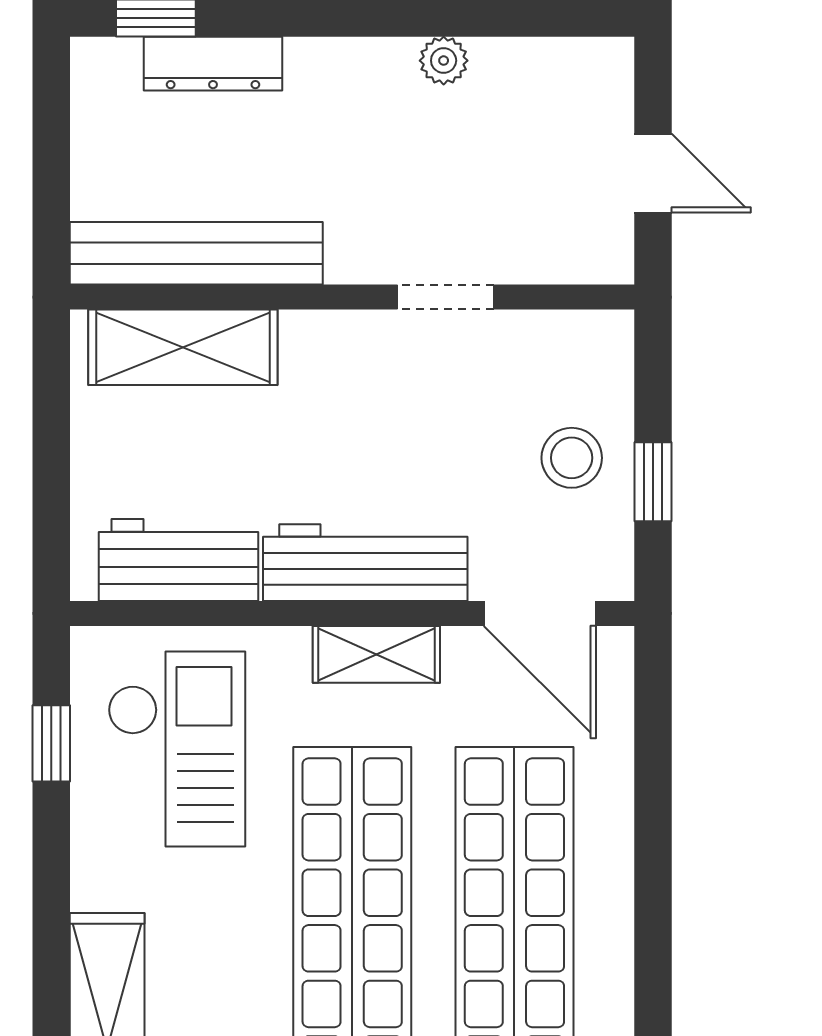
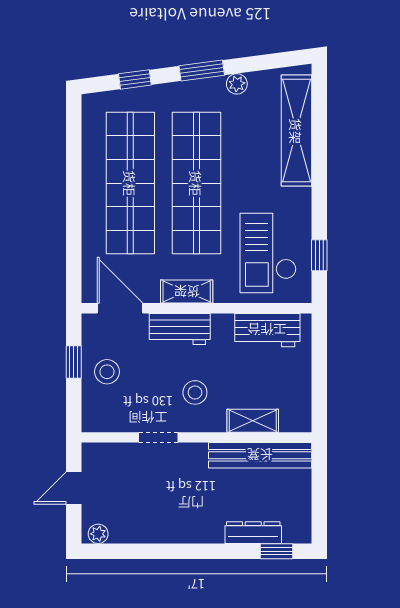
plant: (444, 61) -> (98, 534), moved
door: (653, 173) -> (74, 488), hinge flipped
shelving: (183, 347) -> (253, 421), width x0.67, depth x0.75
stool: (356, 407) -> (195, 392), added
workbench: (365, 563) -> (180, 329), width x0.73

